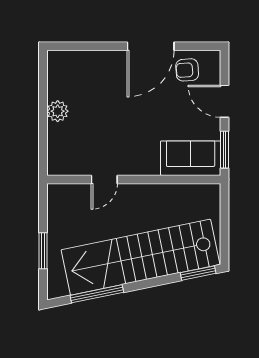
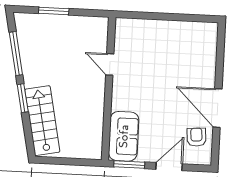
plant: (58, 111) -> (168, 29), removed
stairs: (141, 257) -> (42, 121), width x0.54, depth x0.66
window: (198, 273) -> (23, 98), moved

